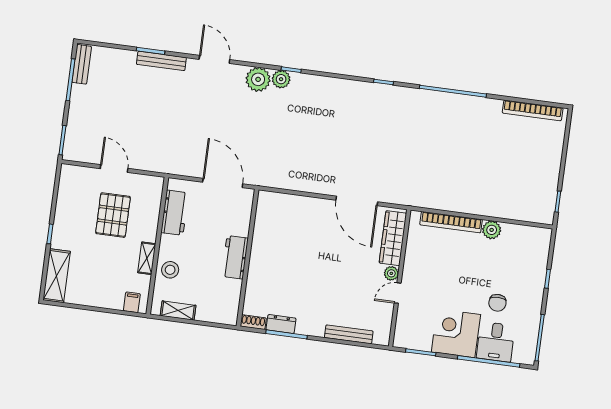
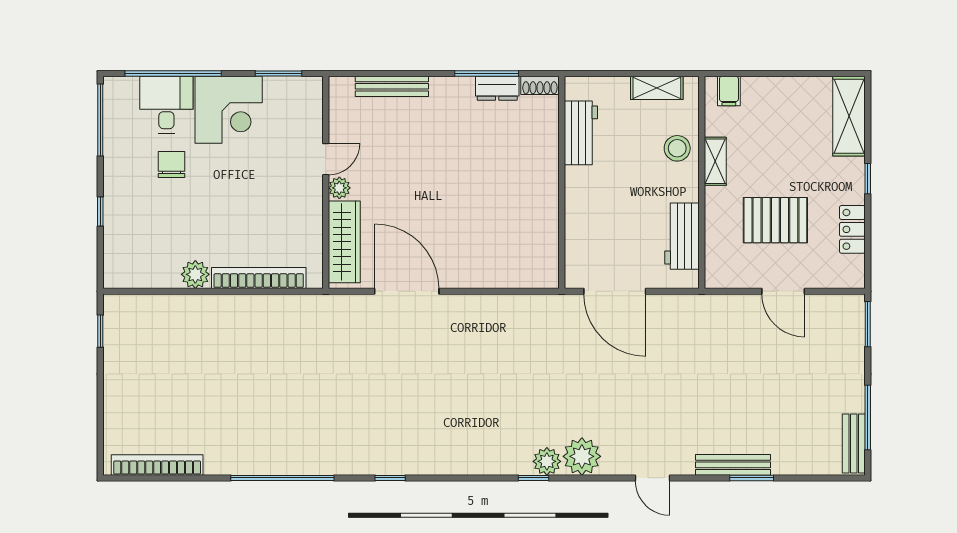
door: (214, 59) -> (652, 478), width x0.73
locker: (64, 202) -> (852, 229), added
pallet: (113, 215) -> (775, 220), turned 90
workbench: (235, 257) -> (581, 133), moved

